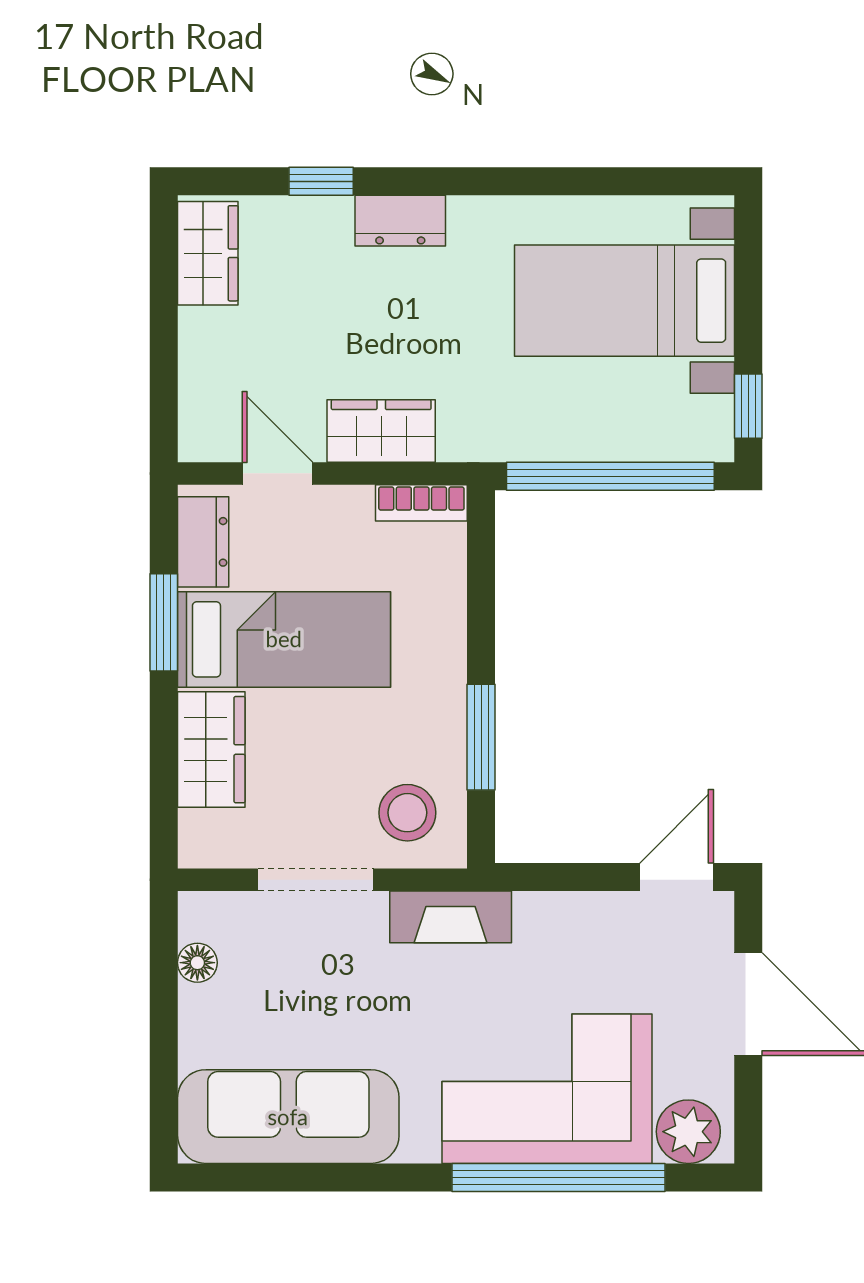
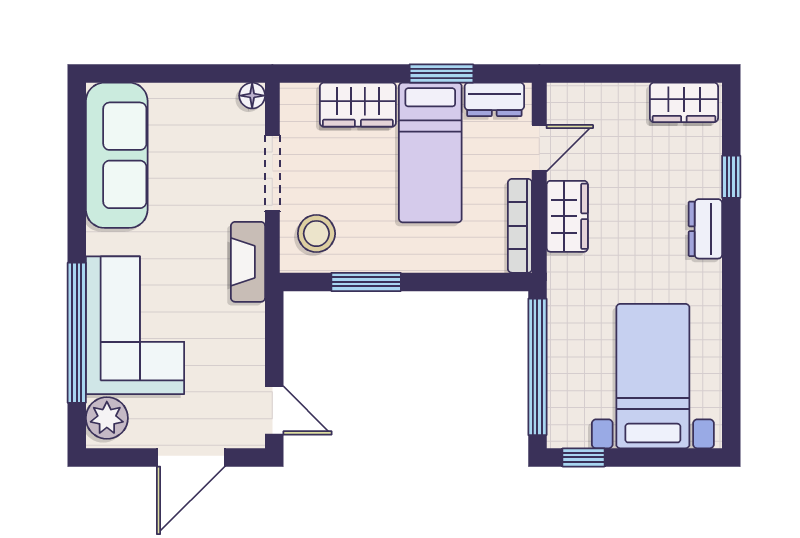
bookcase: (421, 503) -> (520, 226), width x1.56
floor lamp: (197, 963) -> (252, 96), moved

